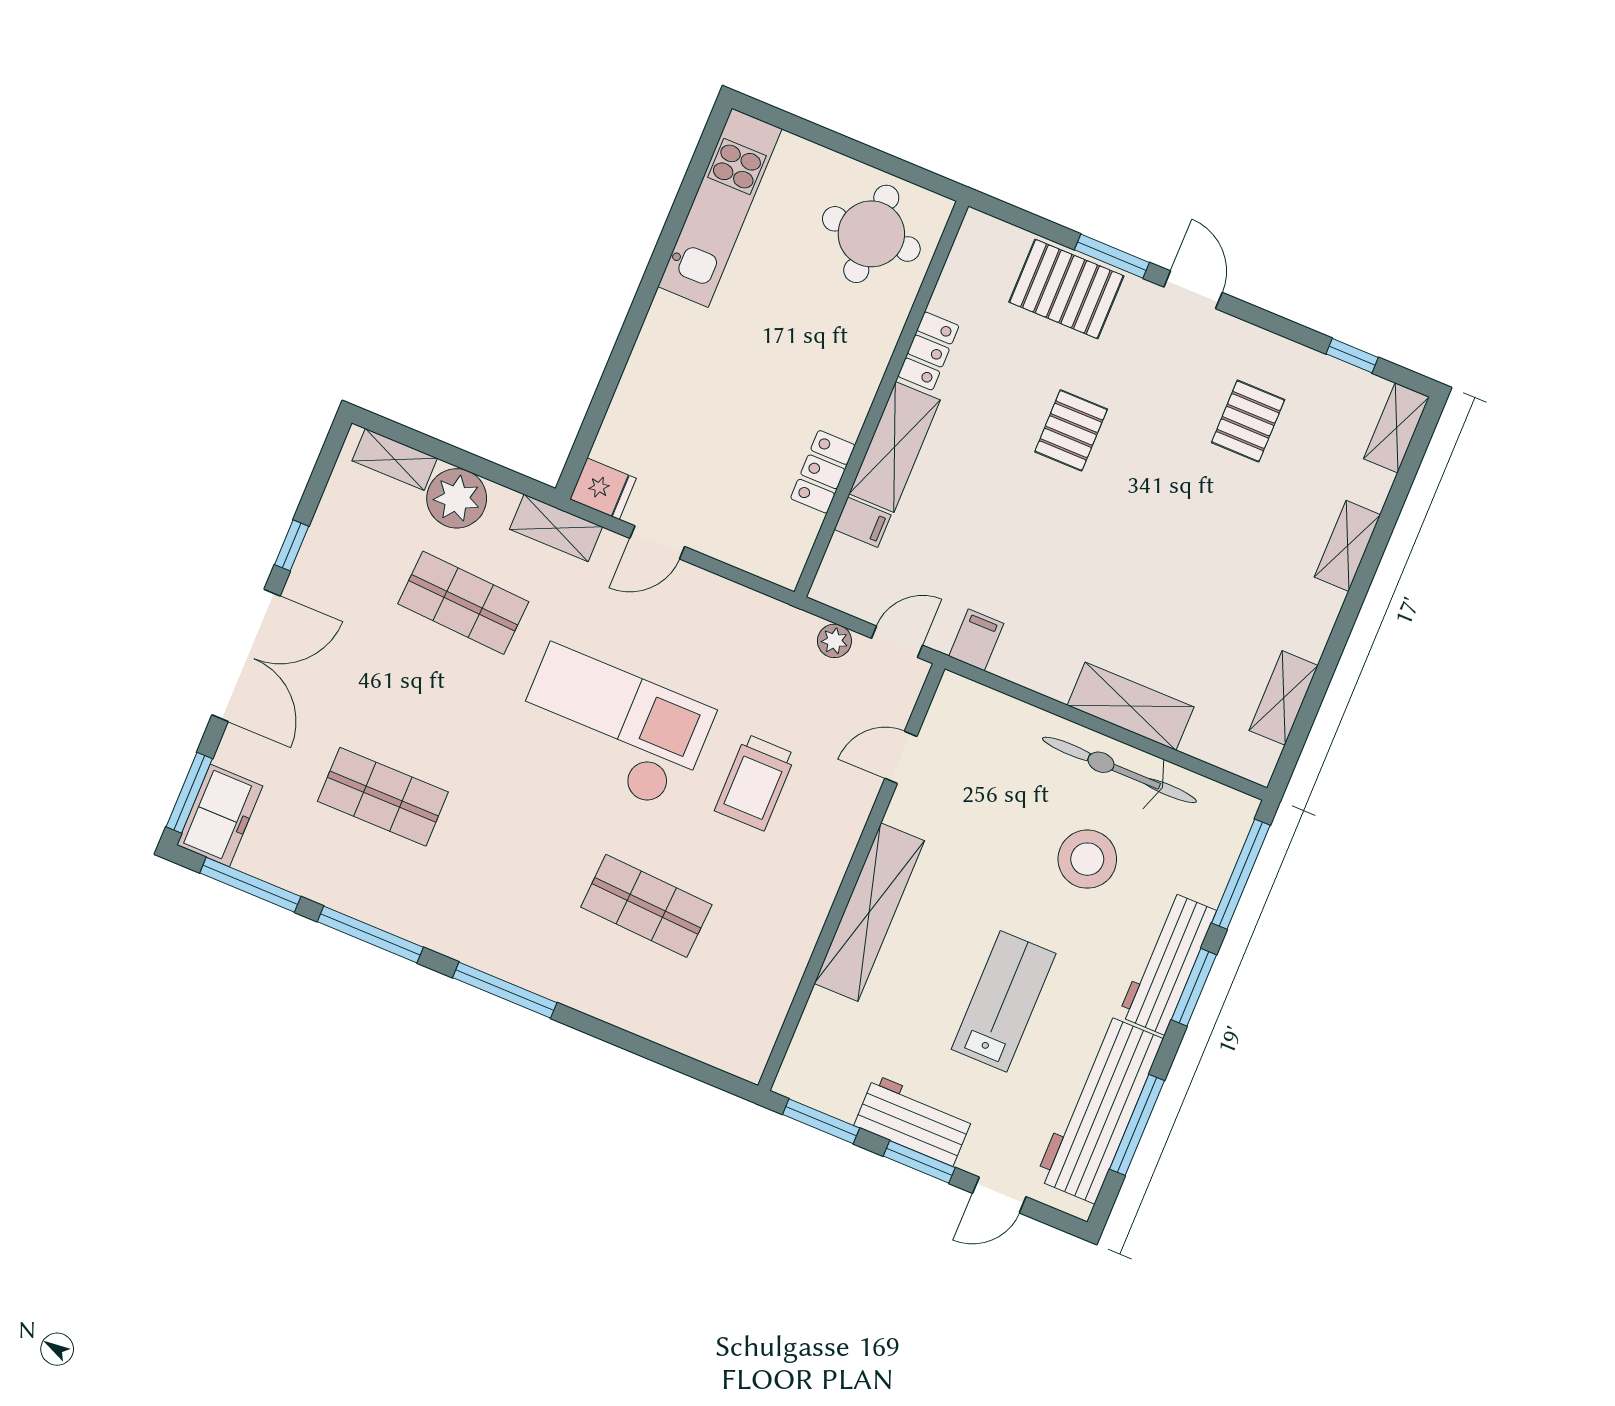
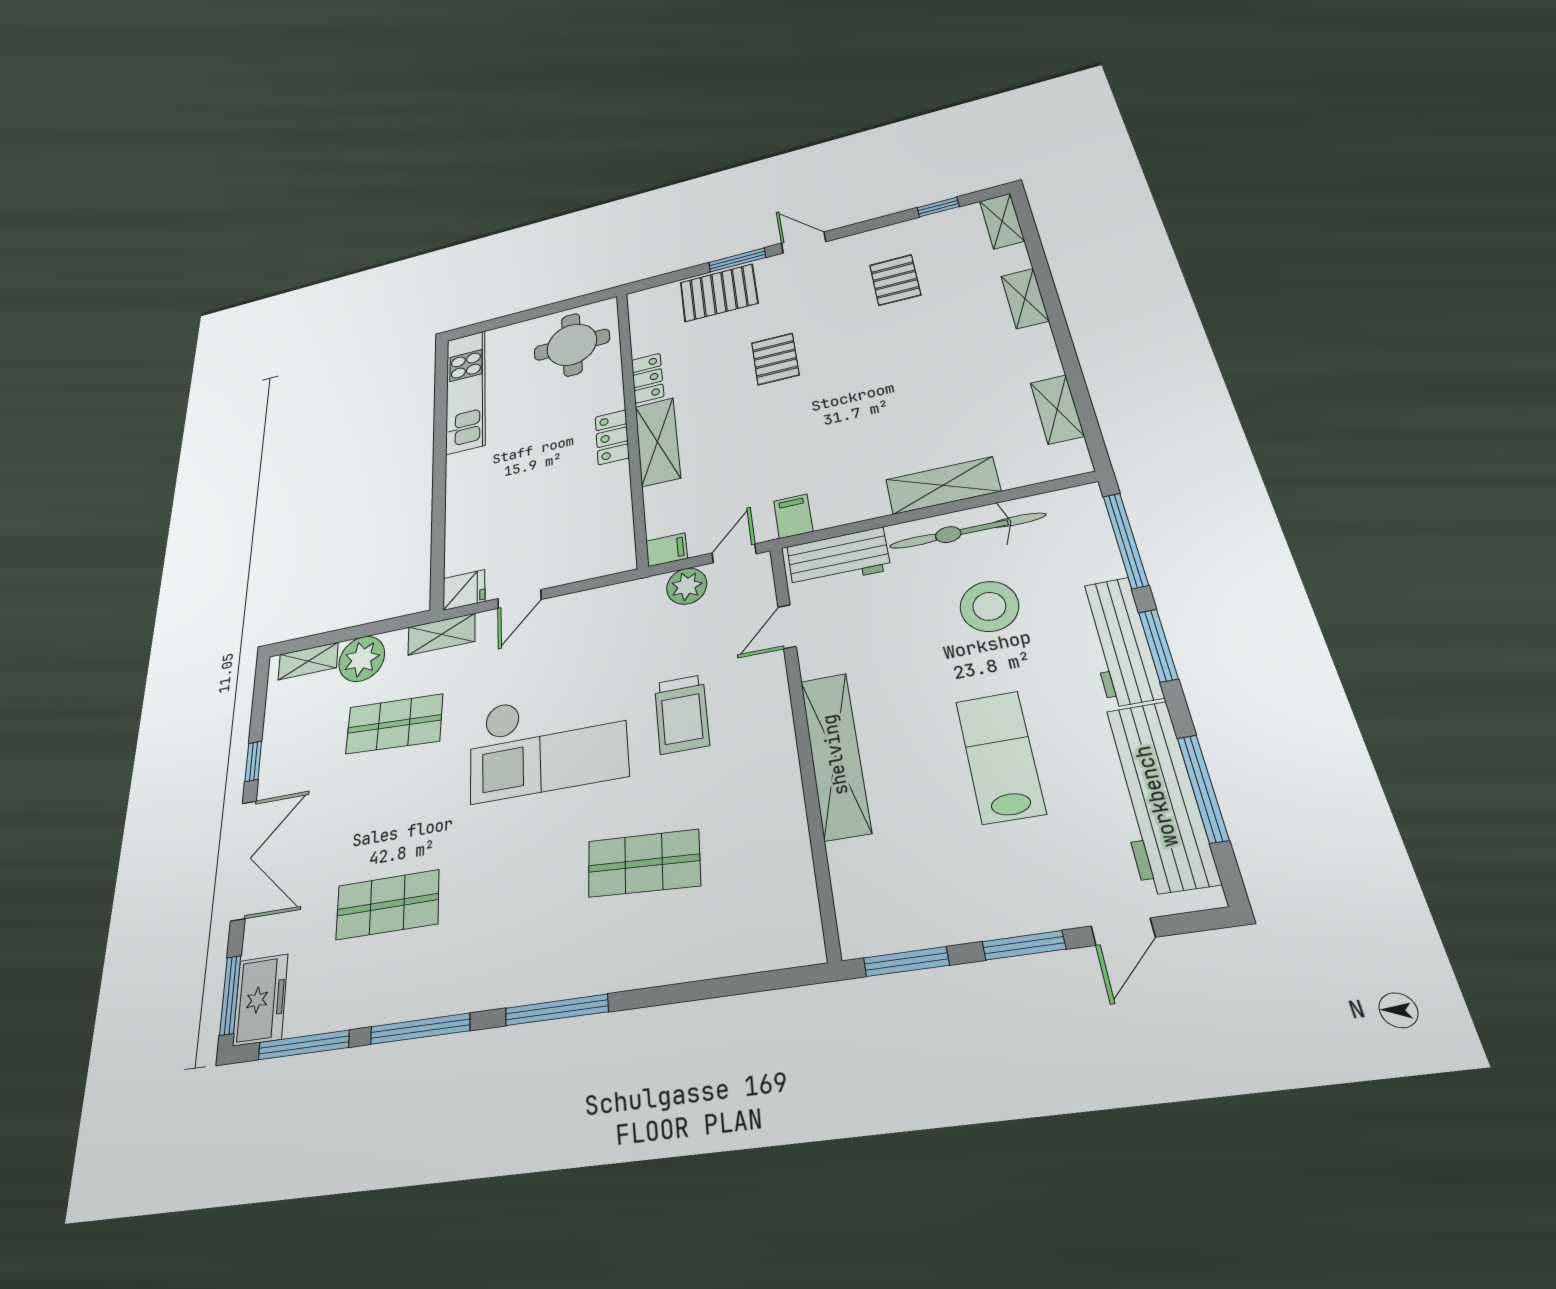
locker: (823, 472) -> (612, 437), moved
filing cabinet: (863, 522) -> (667, 550), moved
plant: (834, 641) -> (687, 586), width x1.38, depth x1.38
checkout: (612, 727) -> (548, 742), turned 180
workbench: (914, 1120) -> (838, 558), moved, turned 180

